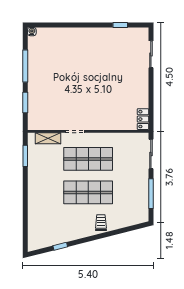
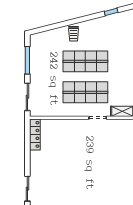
locker: (143, 119) -> (35, 134), width x1.53

